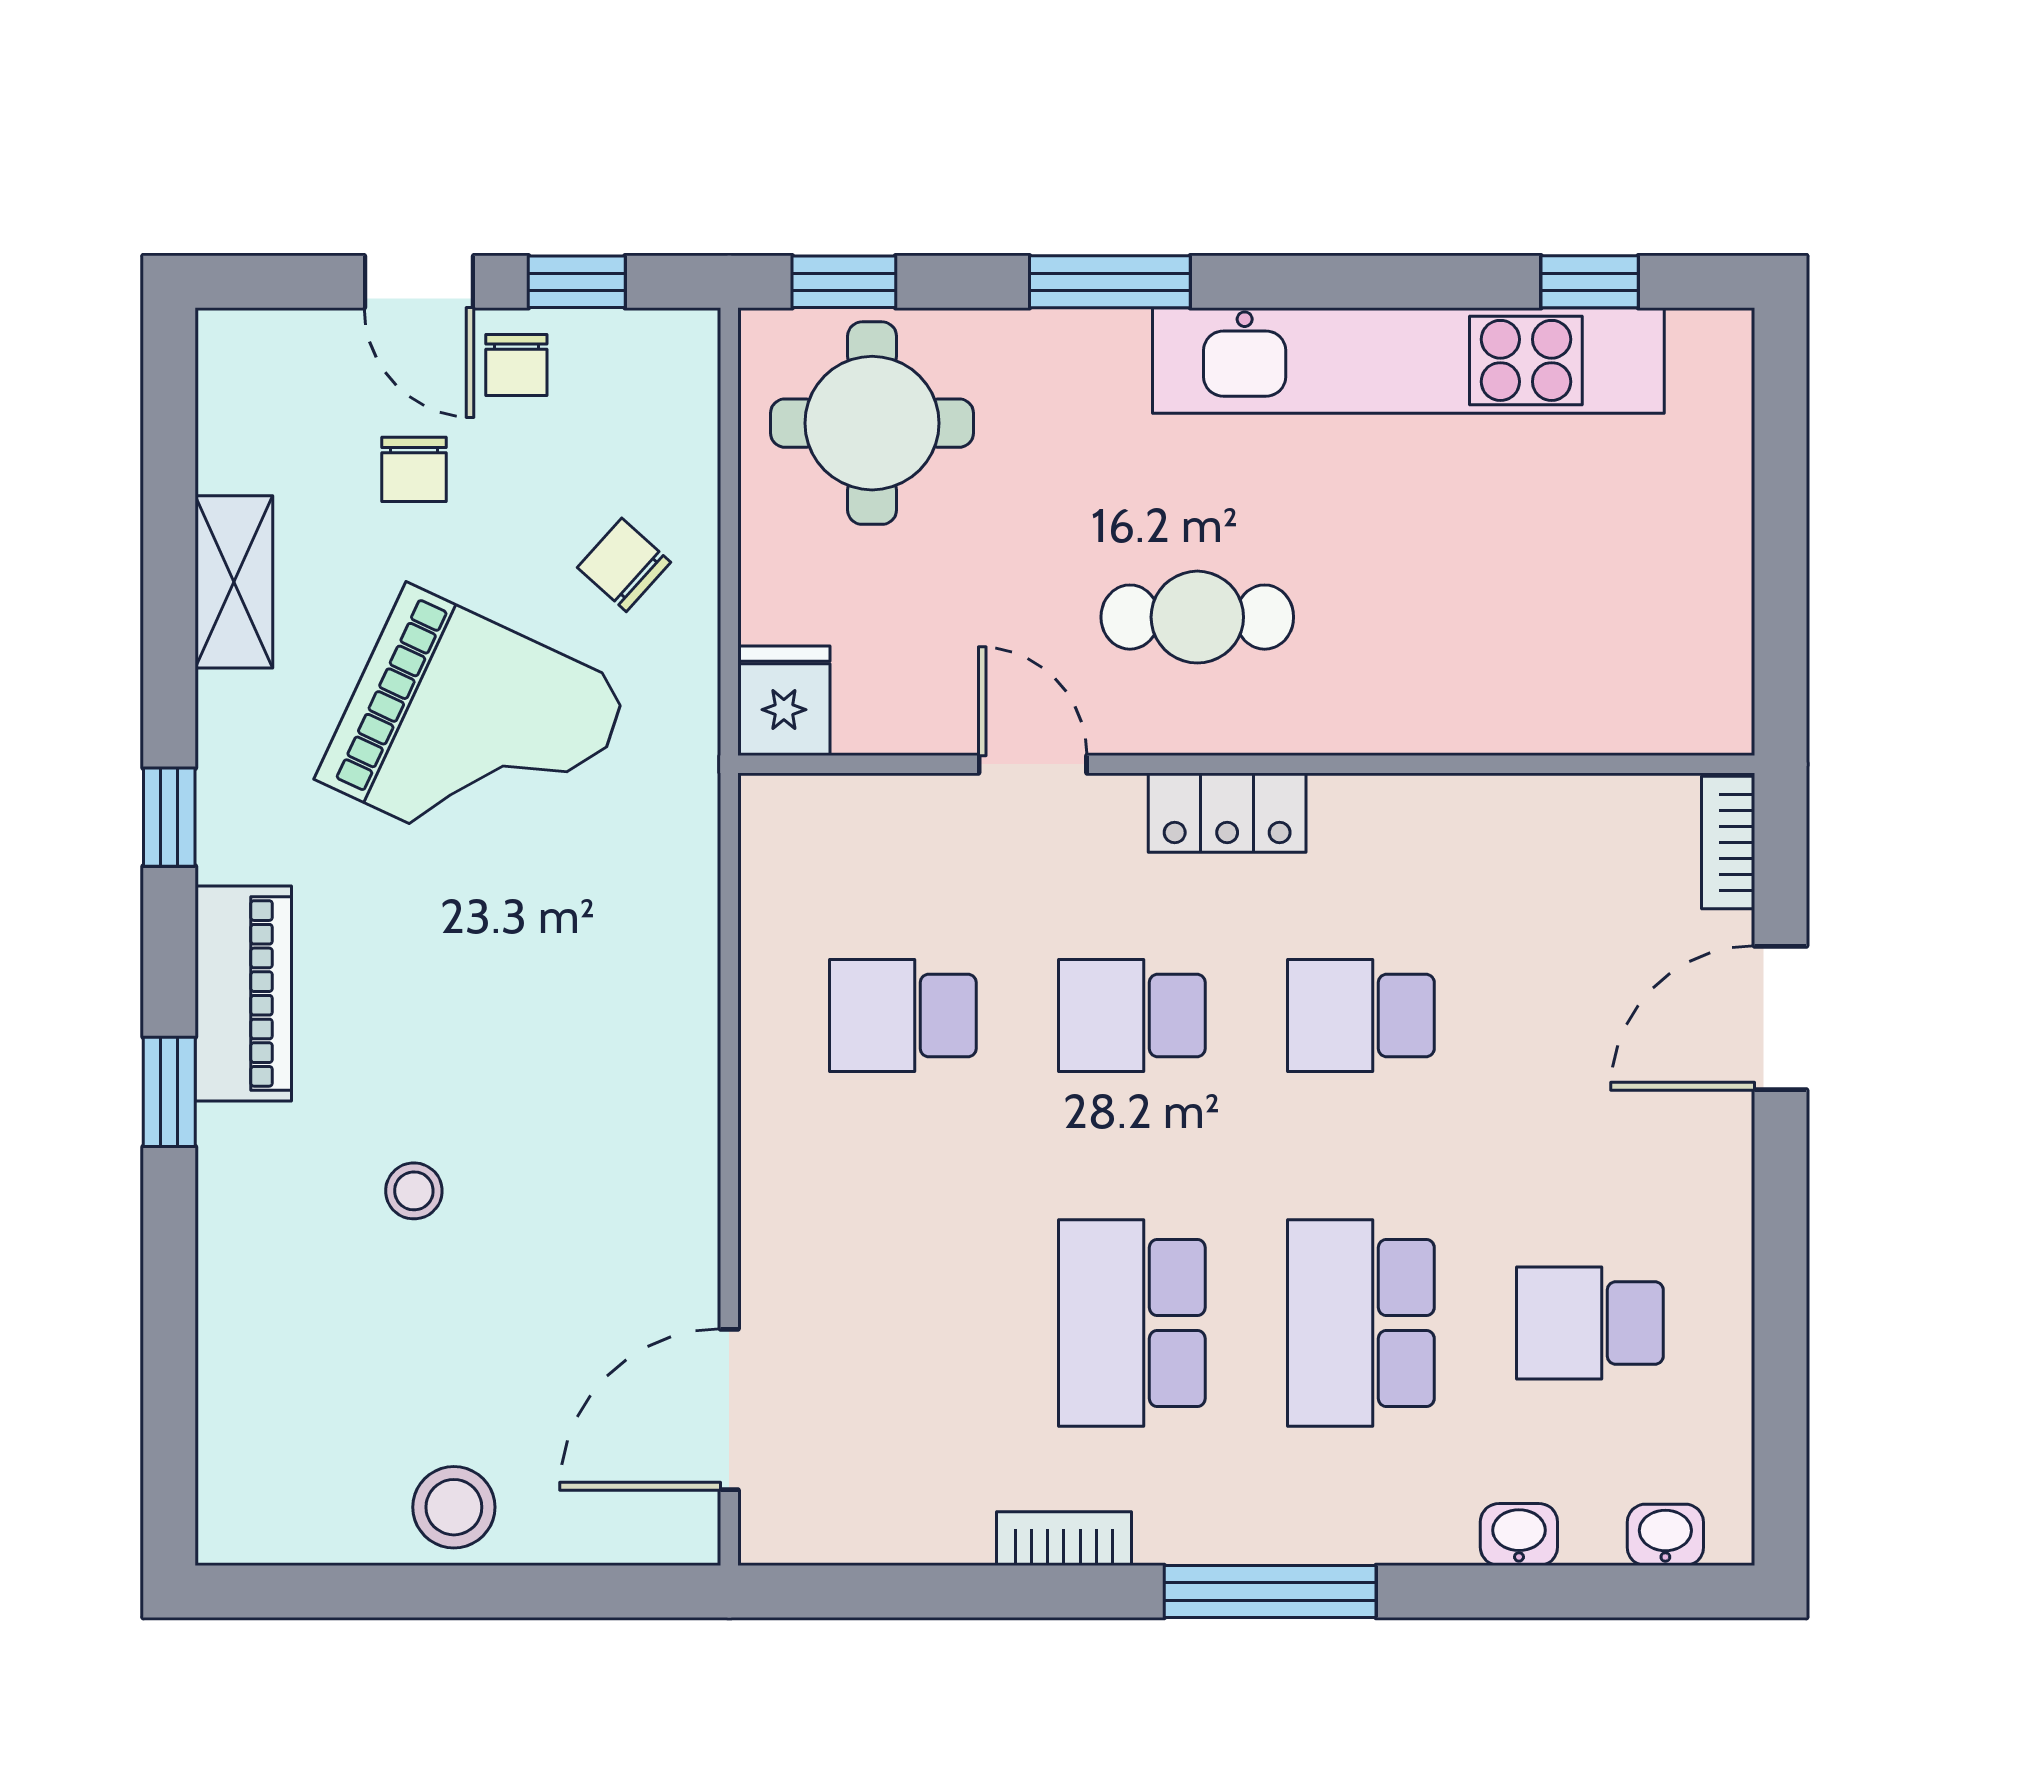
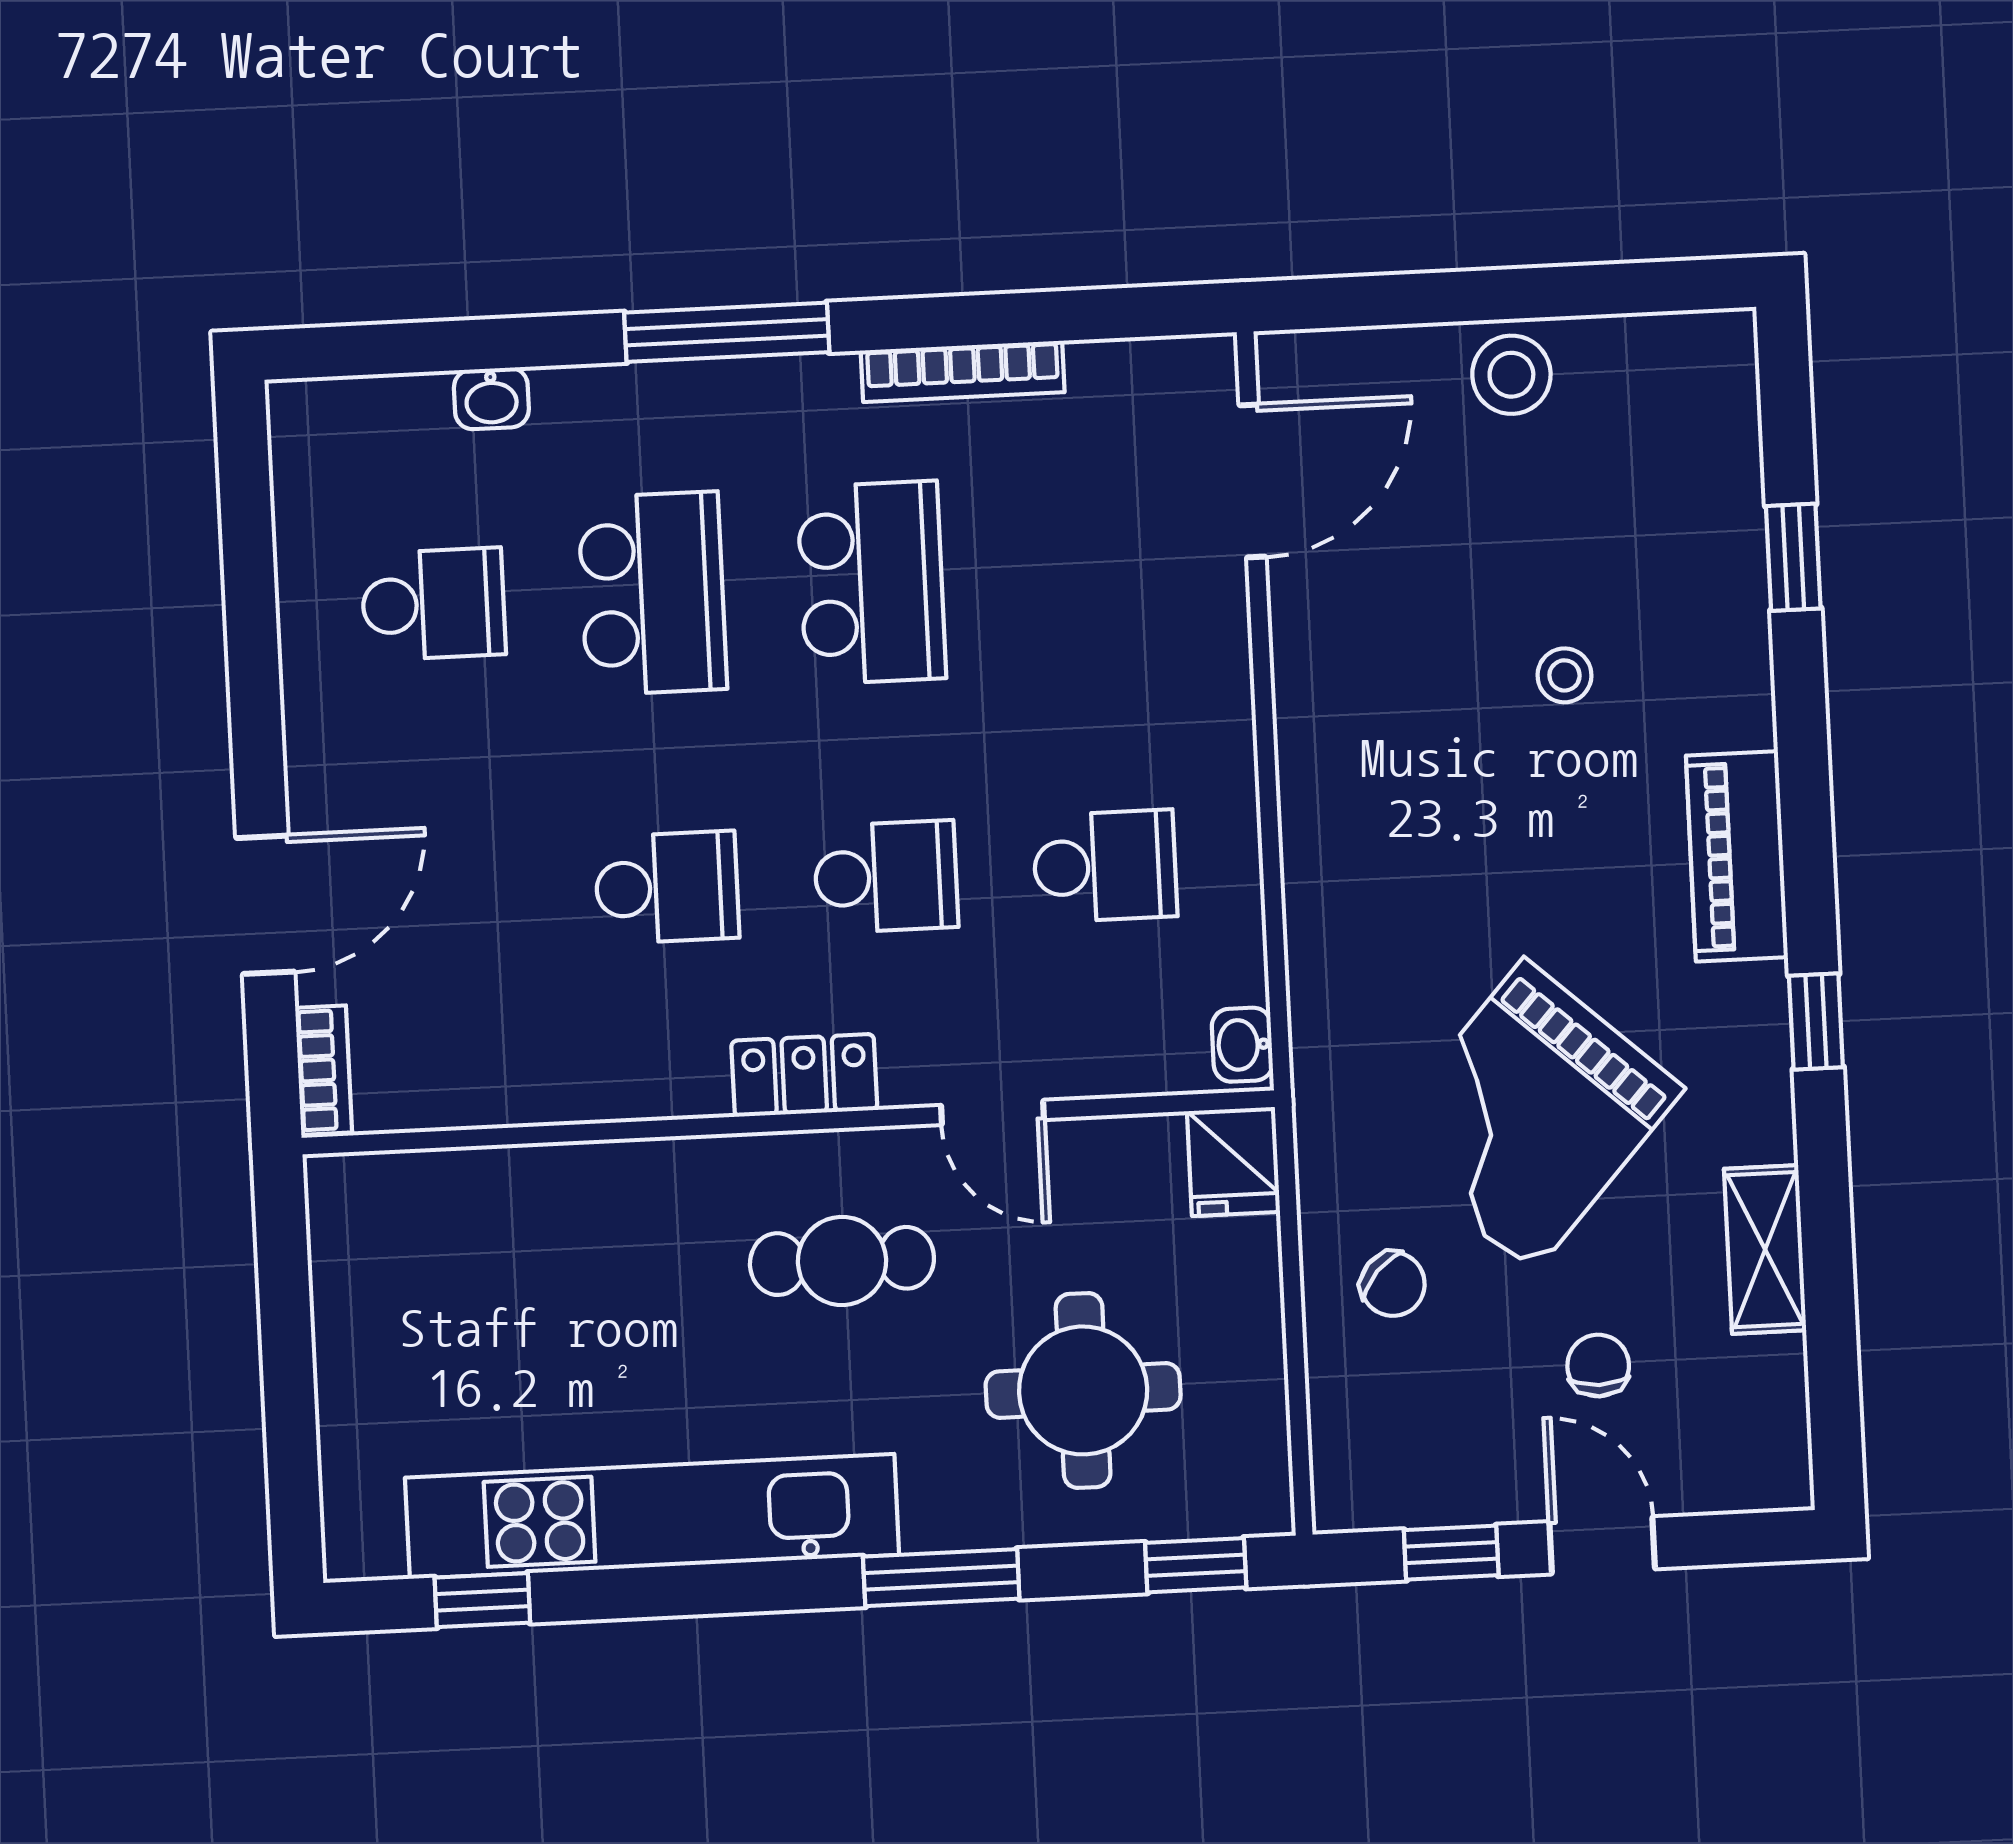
chair: (516, 365) -> (1505, 1470), removed
round table: (872, 423) -> (1083, 1390), moved
grand piano: (474, 733) -> (1529, 1116), turned -73
window: (169, 1092) -> (1793, 557), moved
washbasin: (1665, 1535) -> (1242, 1045), moved, turned 90
bookcase: (1064, 1539) -> (963, 371), width x1.56

